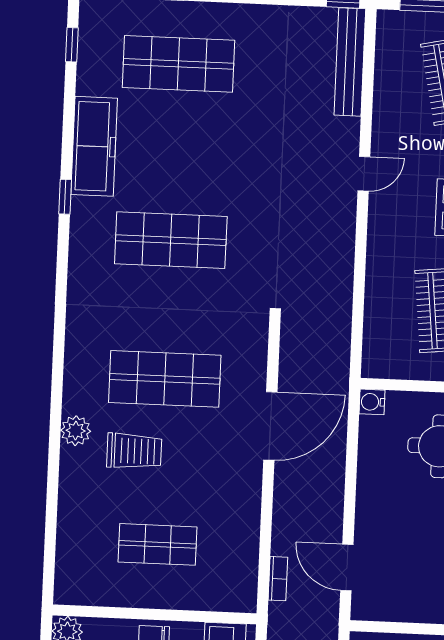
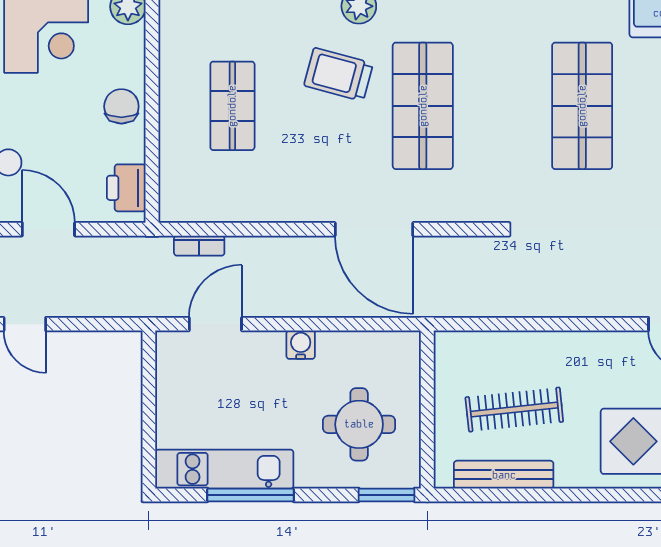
water cooler: (372, 402) -> (301, 345), moved
trolley: (134, 451) -> (338, 74), turned 105

